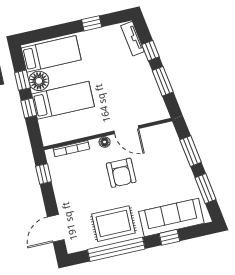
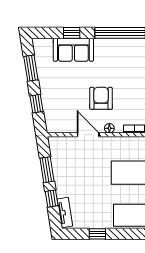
window: (191, 151) -> (37, 104), width x0.67
sofa: (171, 217) -> (73, 50), width x0.73
rug: (113, 224) -> (118, 56), removed

